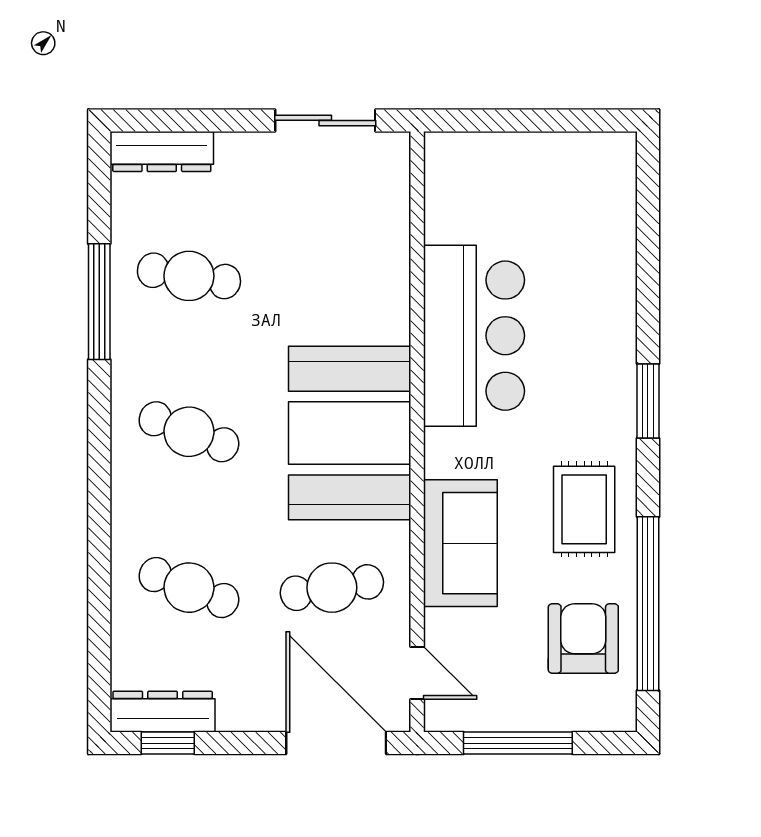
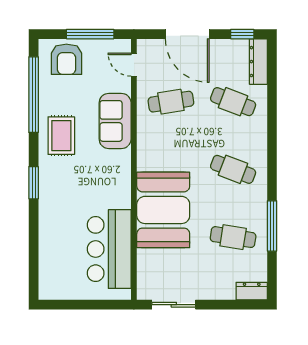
dresser: (162, 152) -> (252, 291), width x0.70
bar counter: (474, 336) -> (109, 249), moved
booth: (350, 433) -> (163, 210), moved
armchair: (583, 639) -> (66, 59), moved
dresser: (163, 712) -> (258, 62), moved, turned 90
door: (336, 743) -> (187, 34), moved

